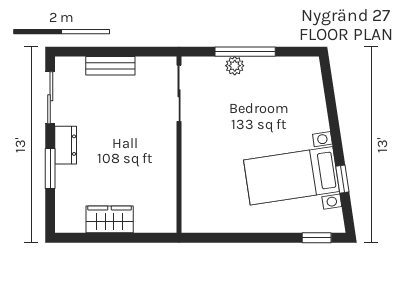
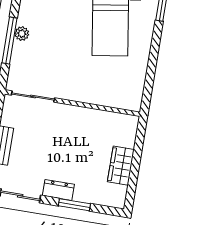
plant: (235, 66) -> (22, 34), moved

